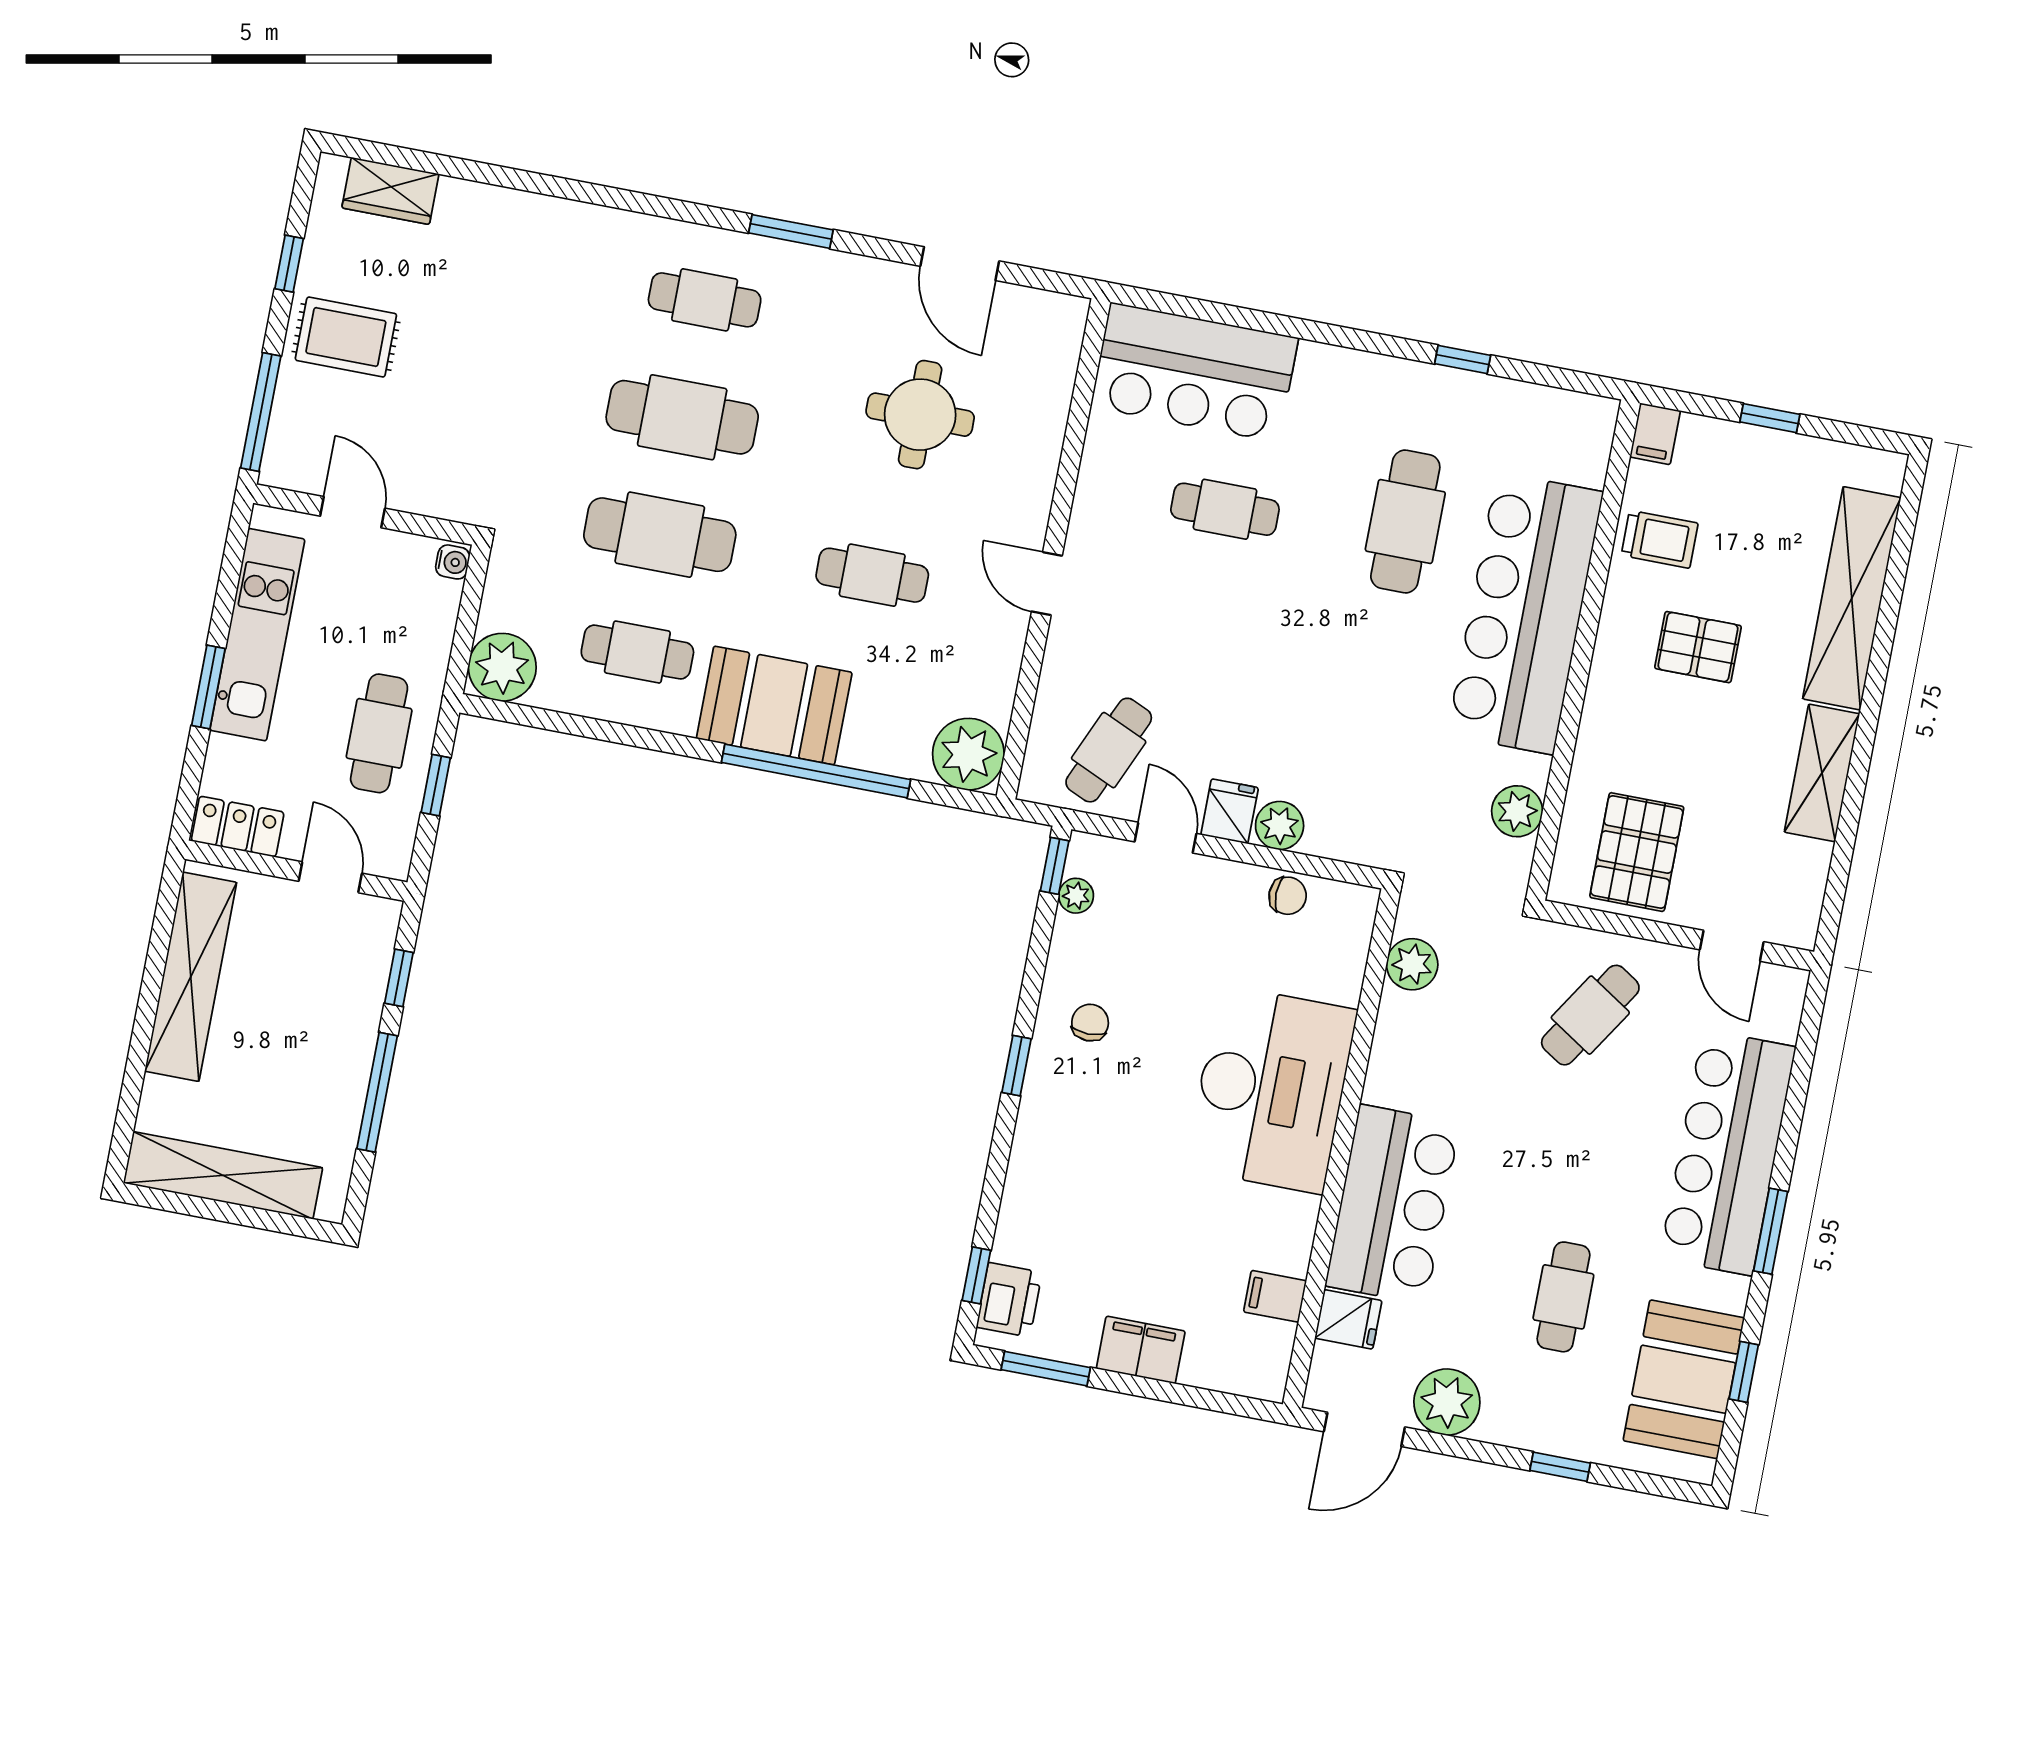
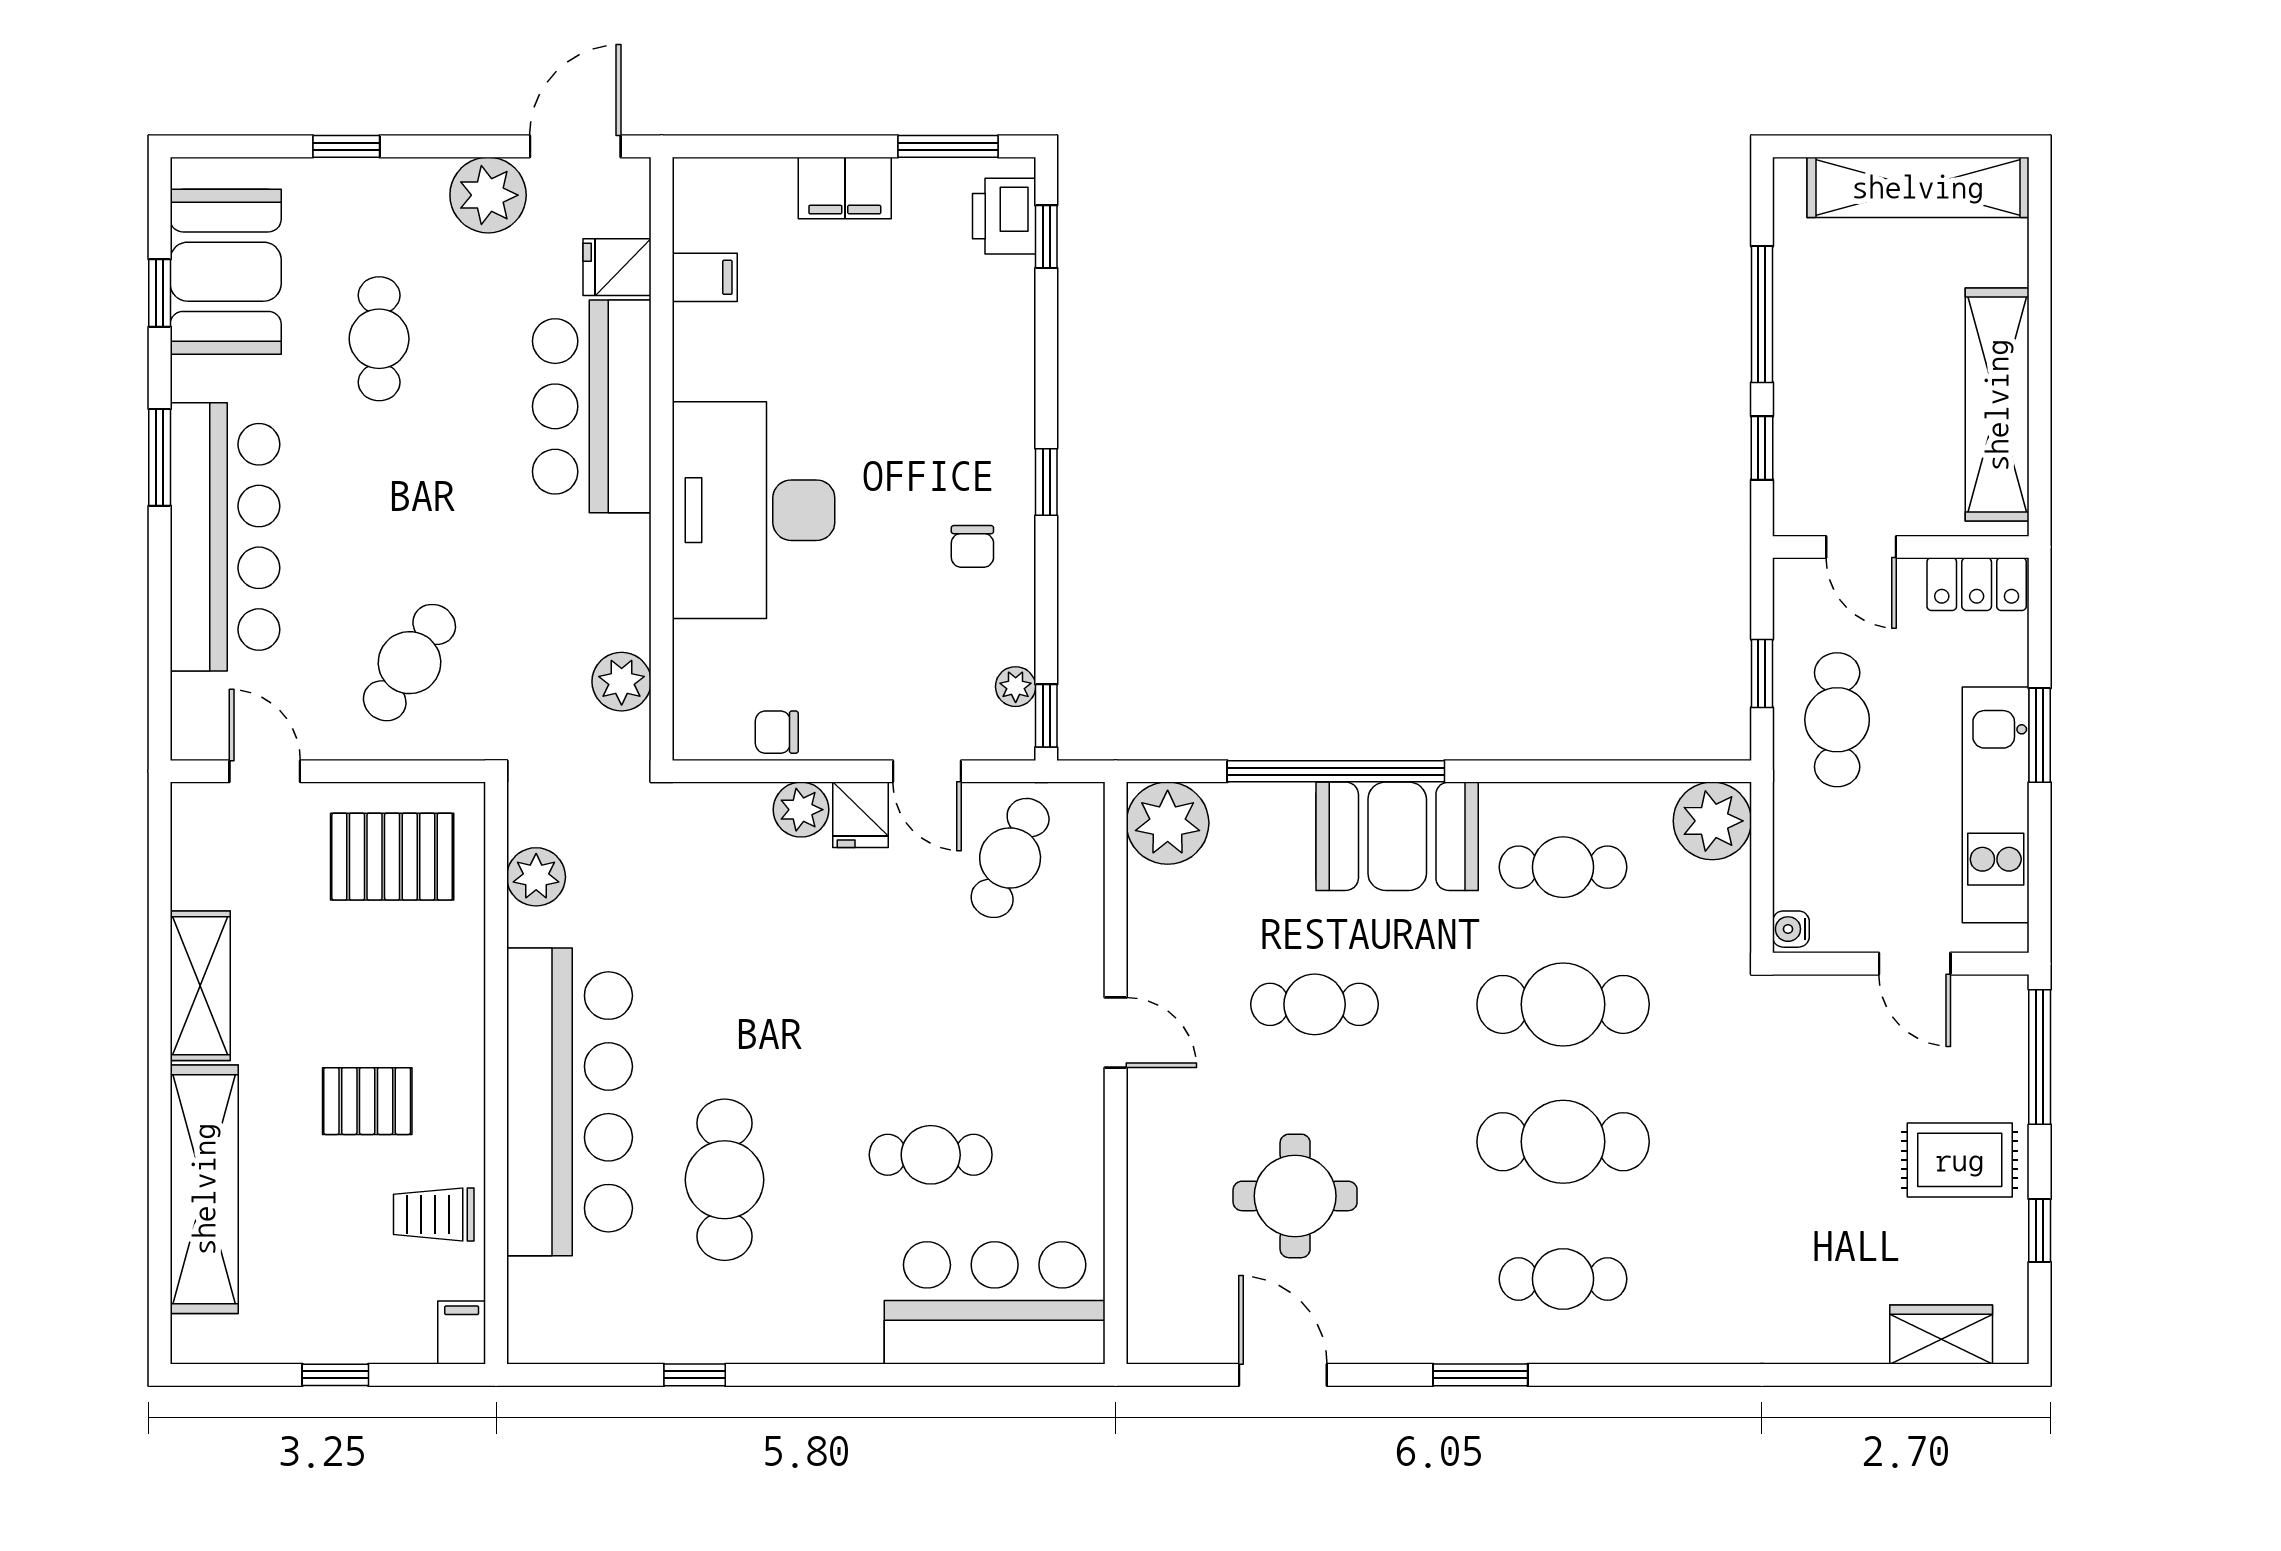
pallet: (1637, 852) -> (392, 857), turned 90

